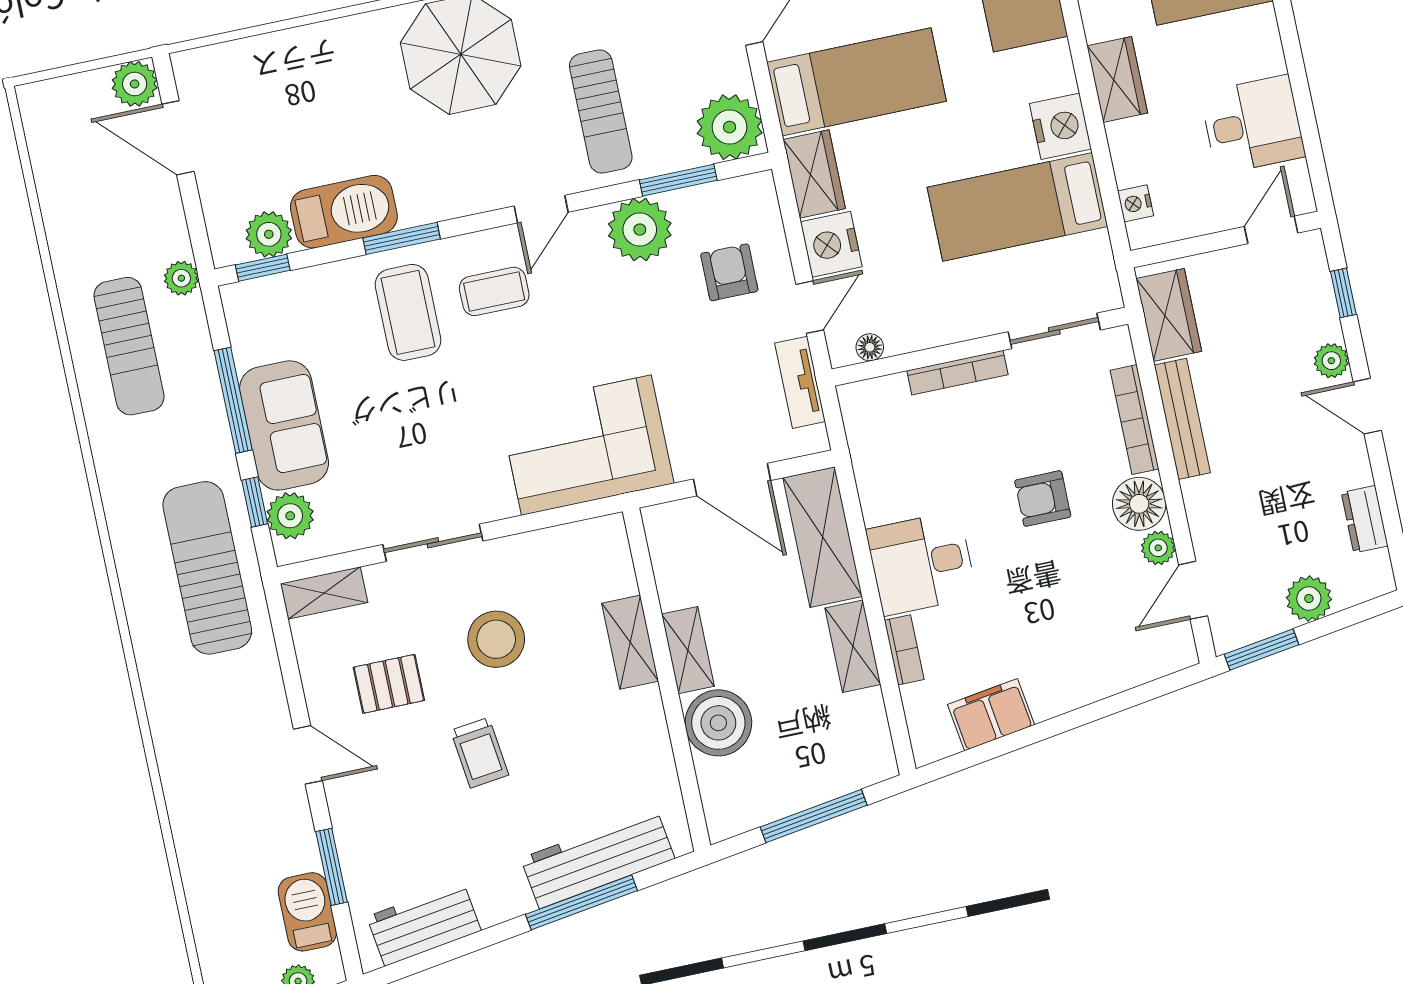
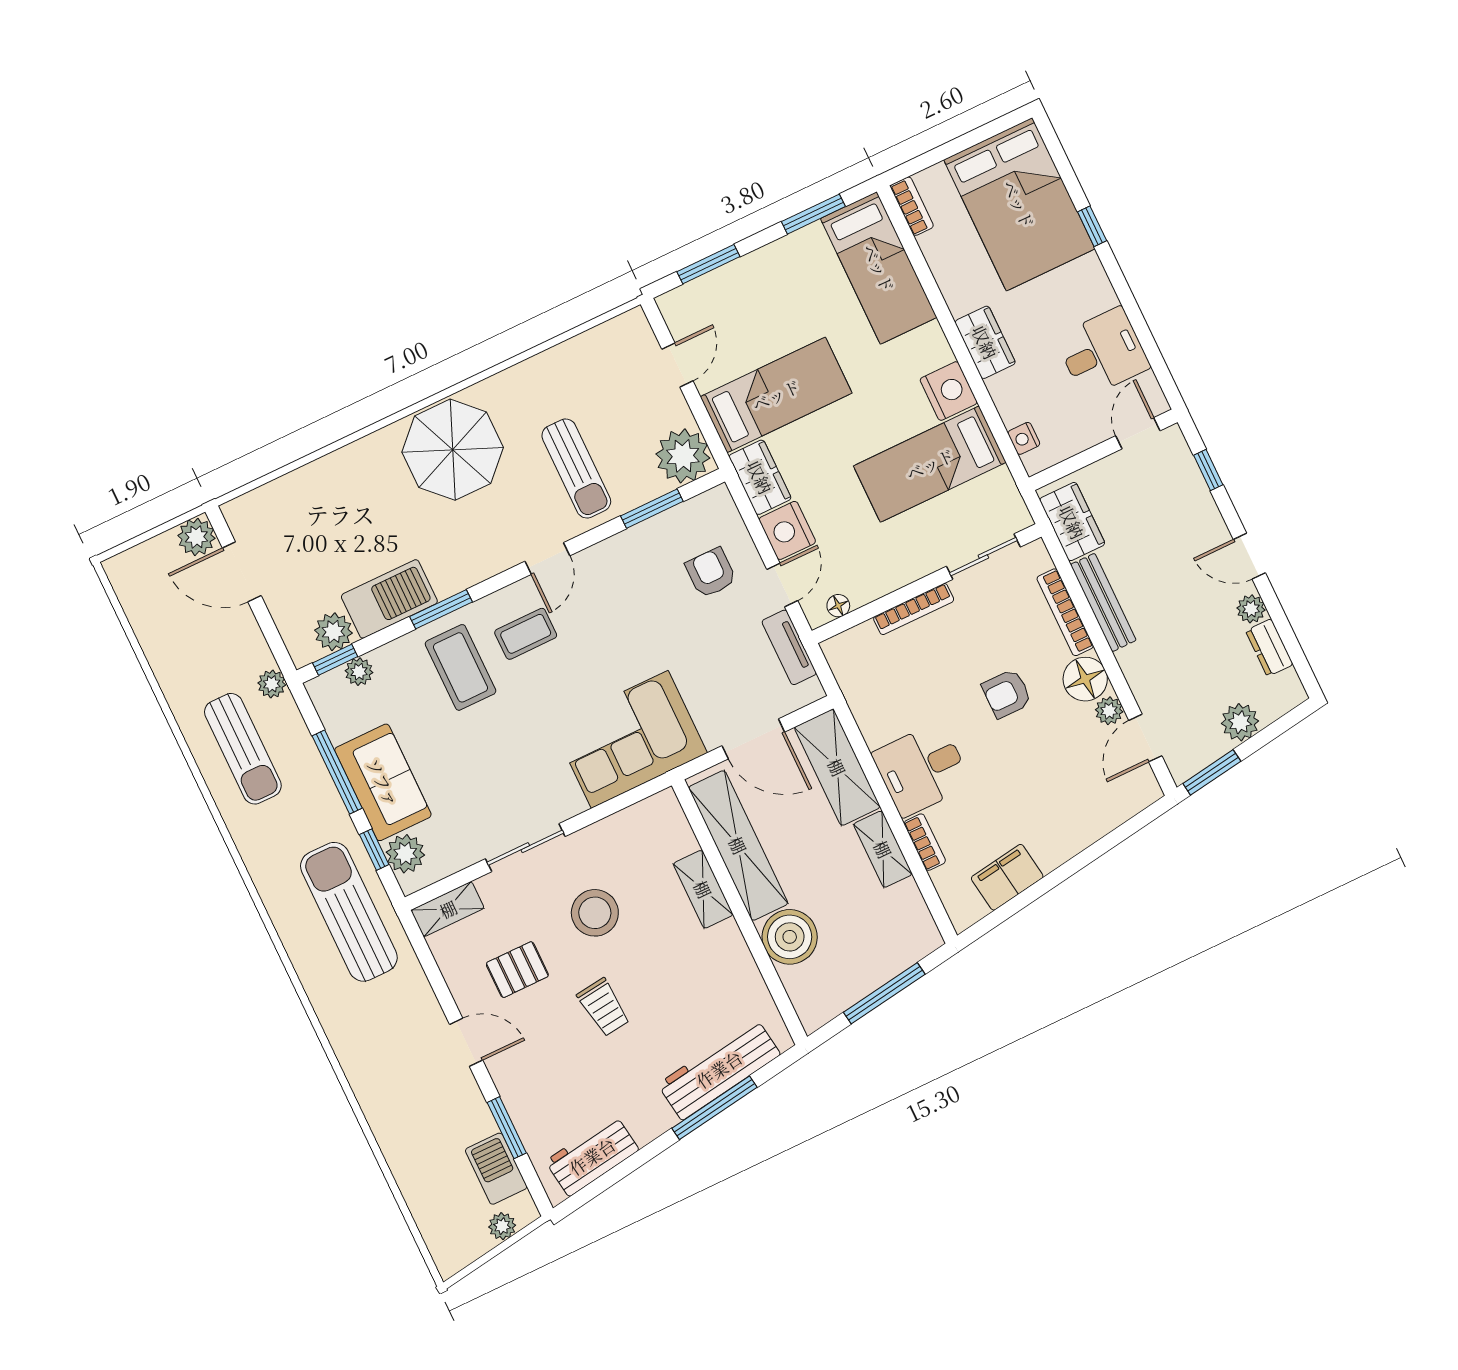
plant: (640, 230) -> (359, 672), moved, width x0.53, depth x0.53
plant: (1331, 361) -> (1251, 609), moved
shelving: (688, 650) -> (738, 845), width x2.20, depth x1.33

